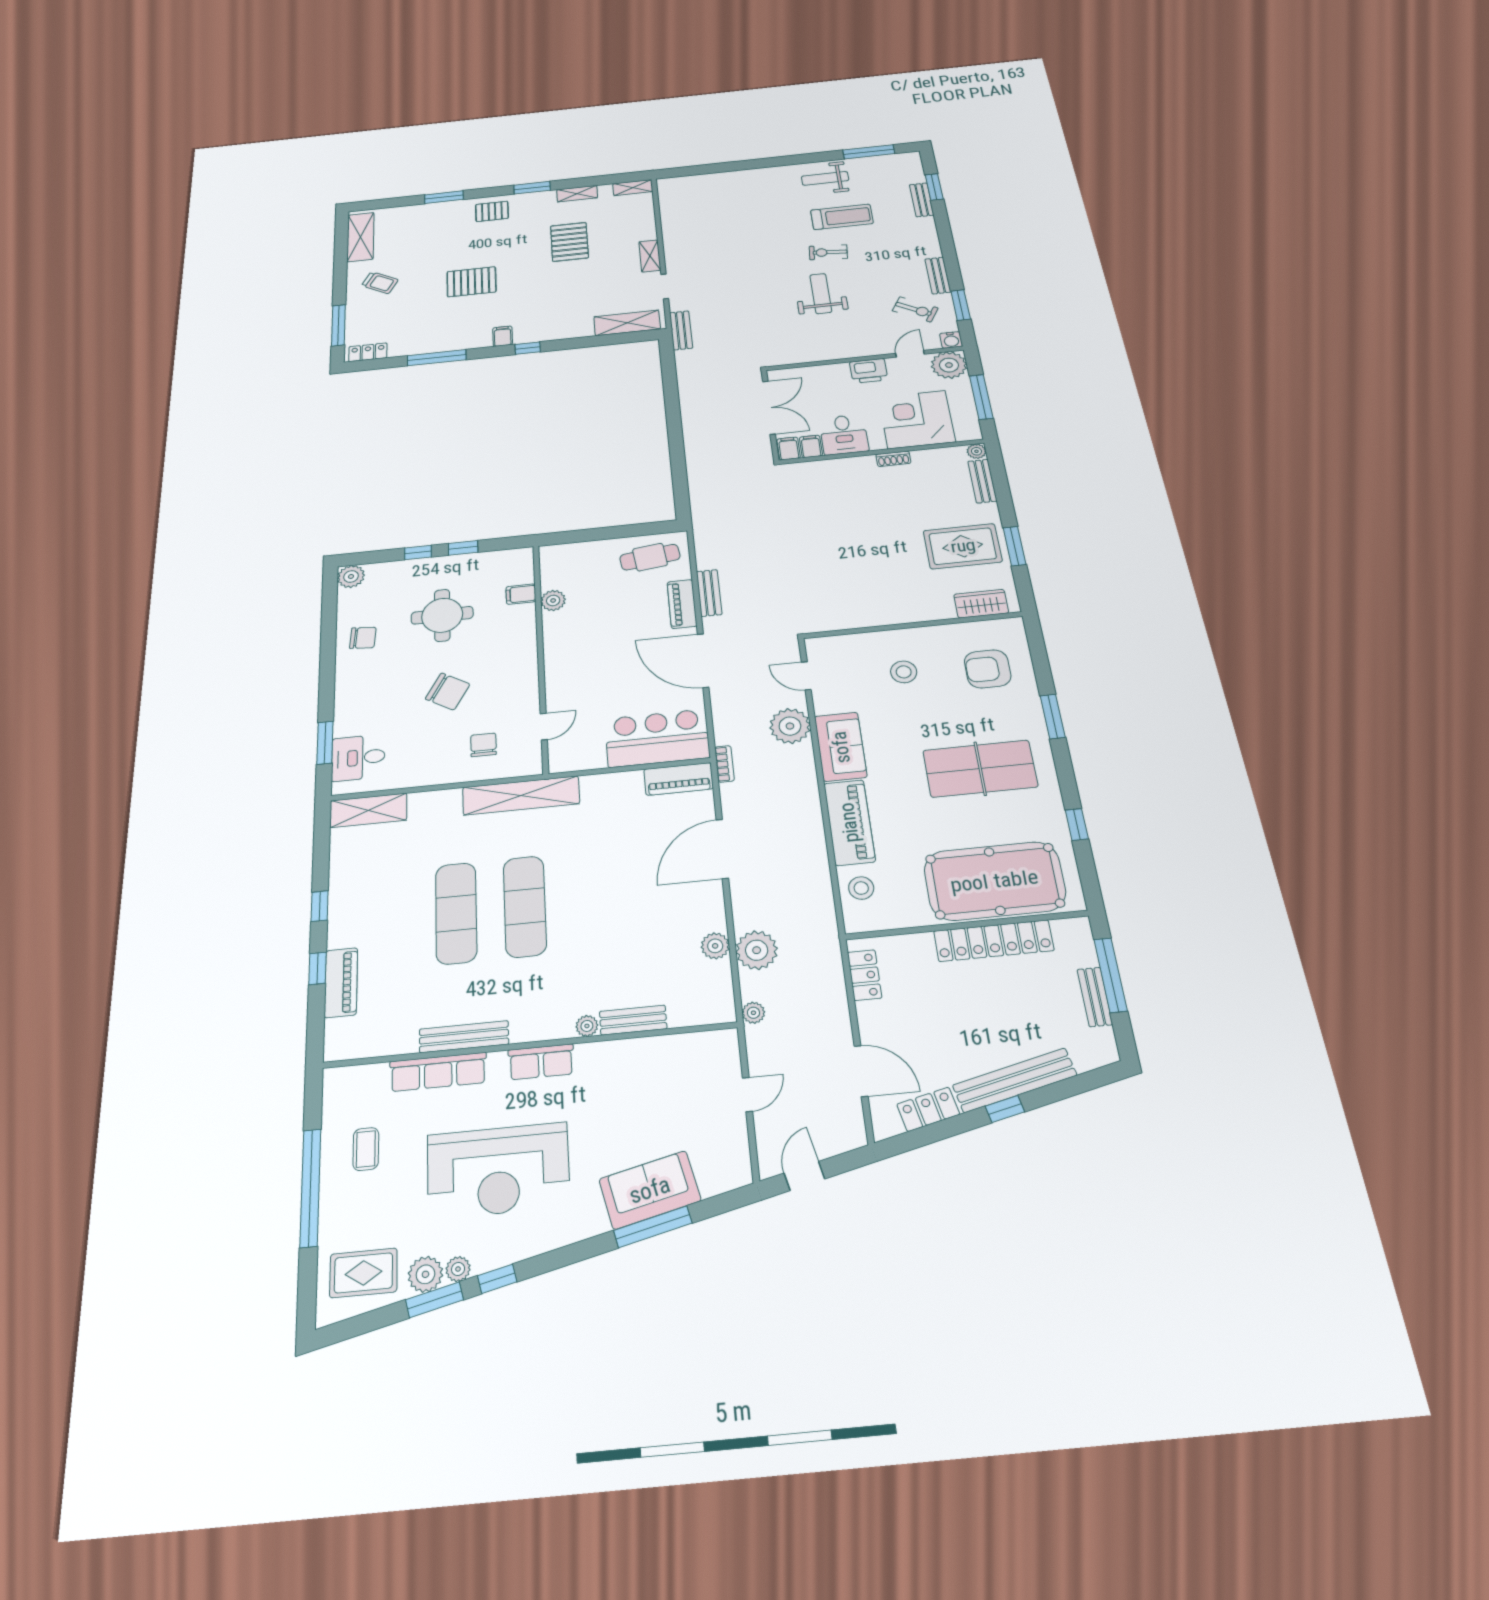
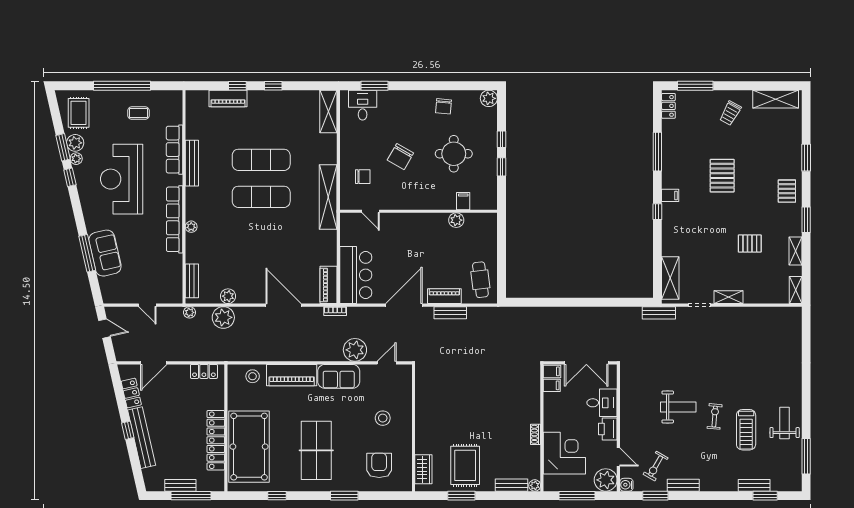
pallet: (569, 242) -> (750, 243), width x0.67, depth x0.71
desk: (844, 435) -> (602, 403), moved, turned 180
bench: (633, 1020) -> (192, 281), moved
row of seats: (541, 1062) -> (175, 219), width x2.02

